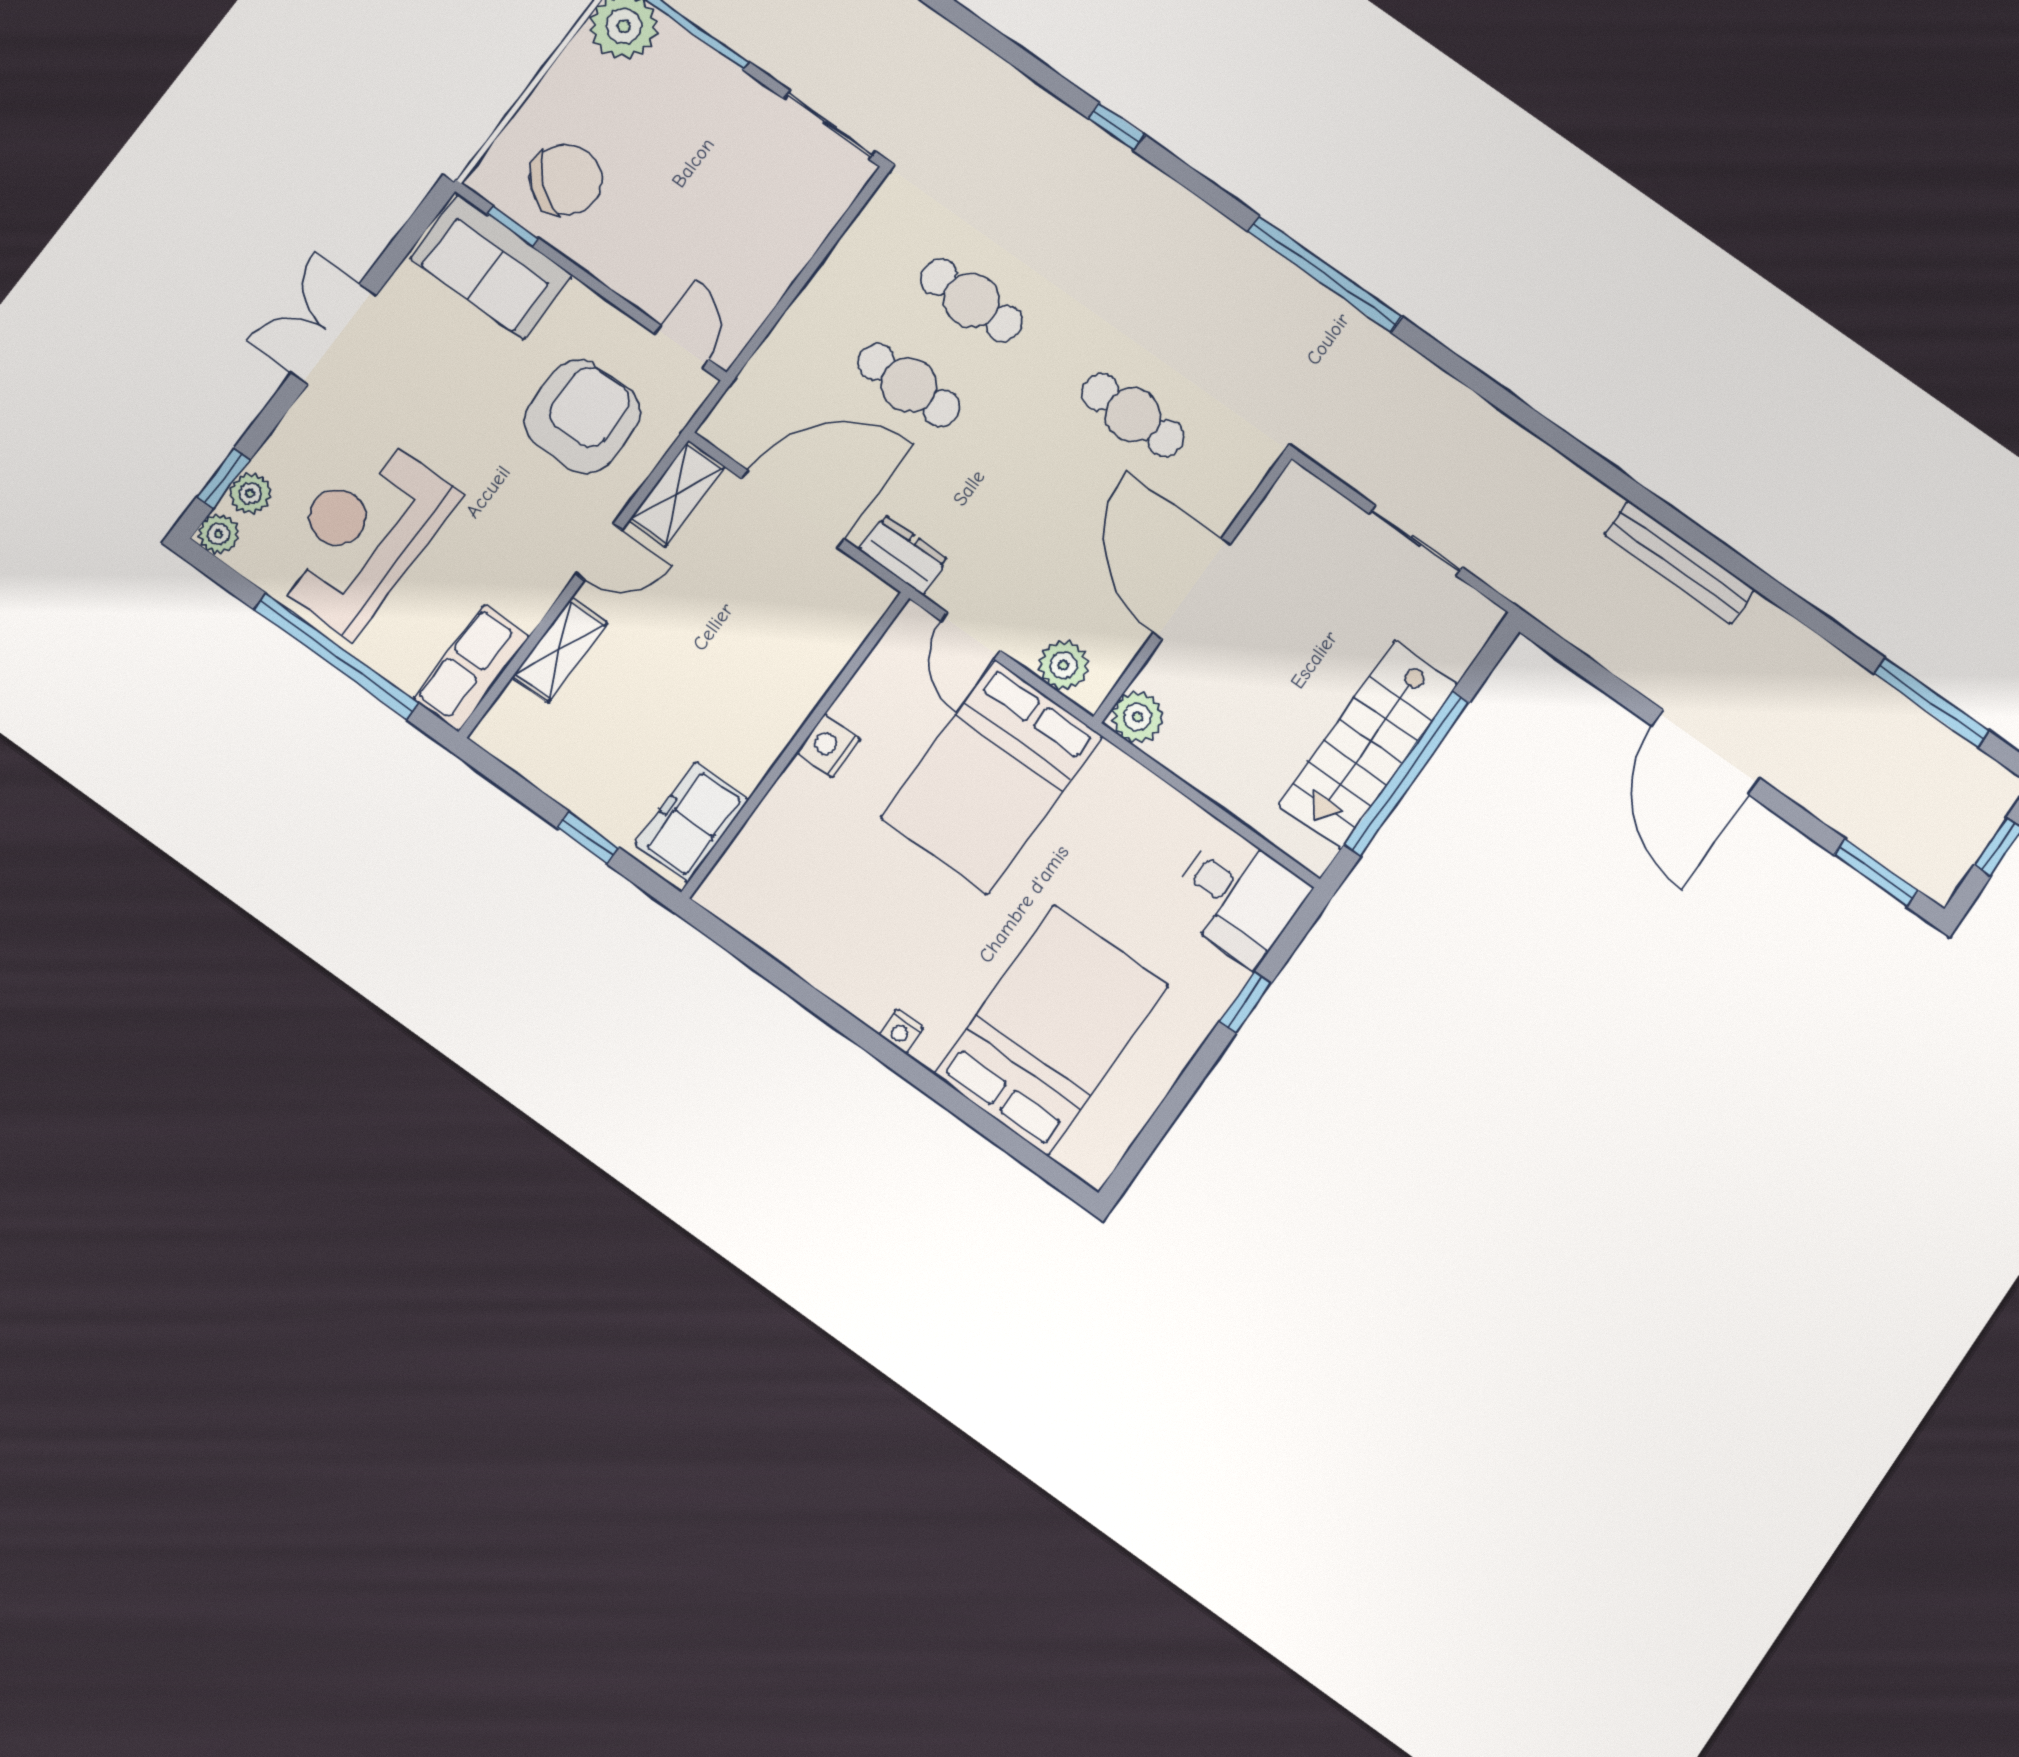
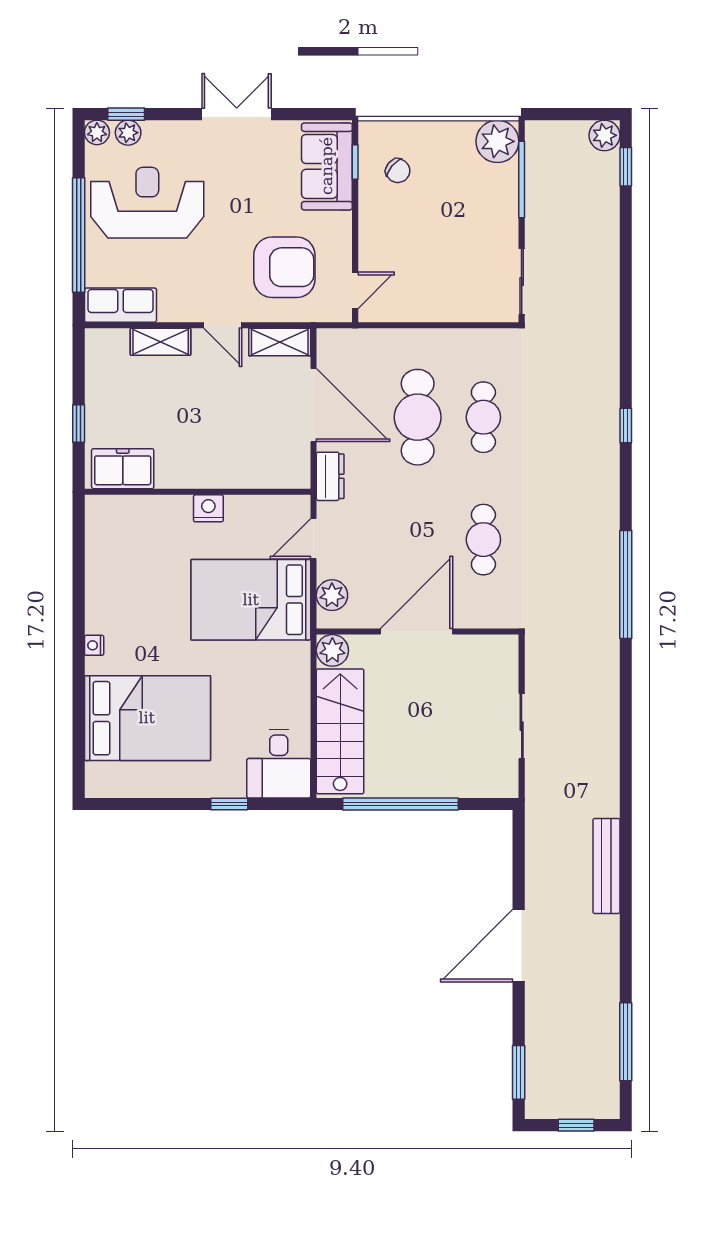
chair: (566, 180) -> (398, 171), width x0.54, depth x0.54
cafe table: (909, 385) -> (418, 417), width x1.37, depth x1.35
stairs: (1368, 744) -> (340, 731), moved, turned 90

